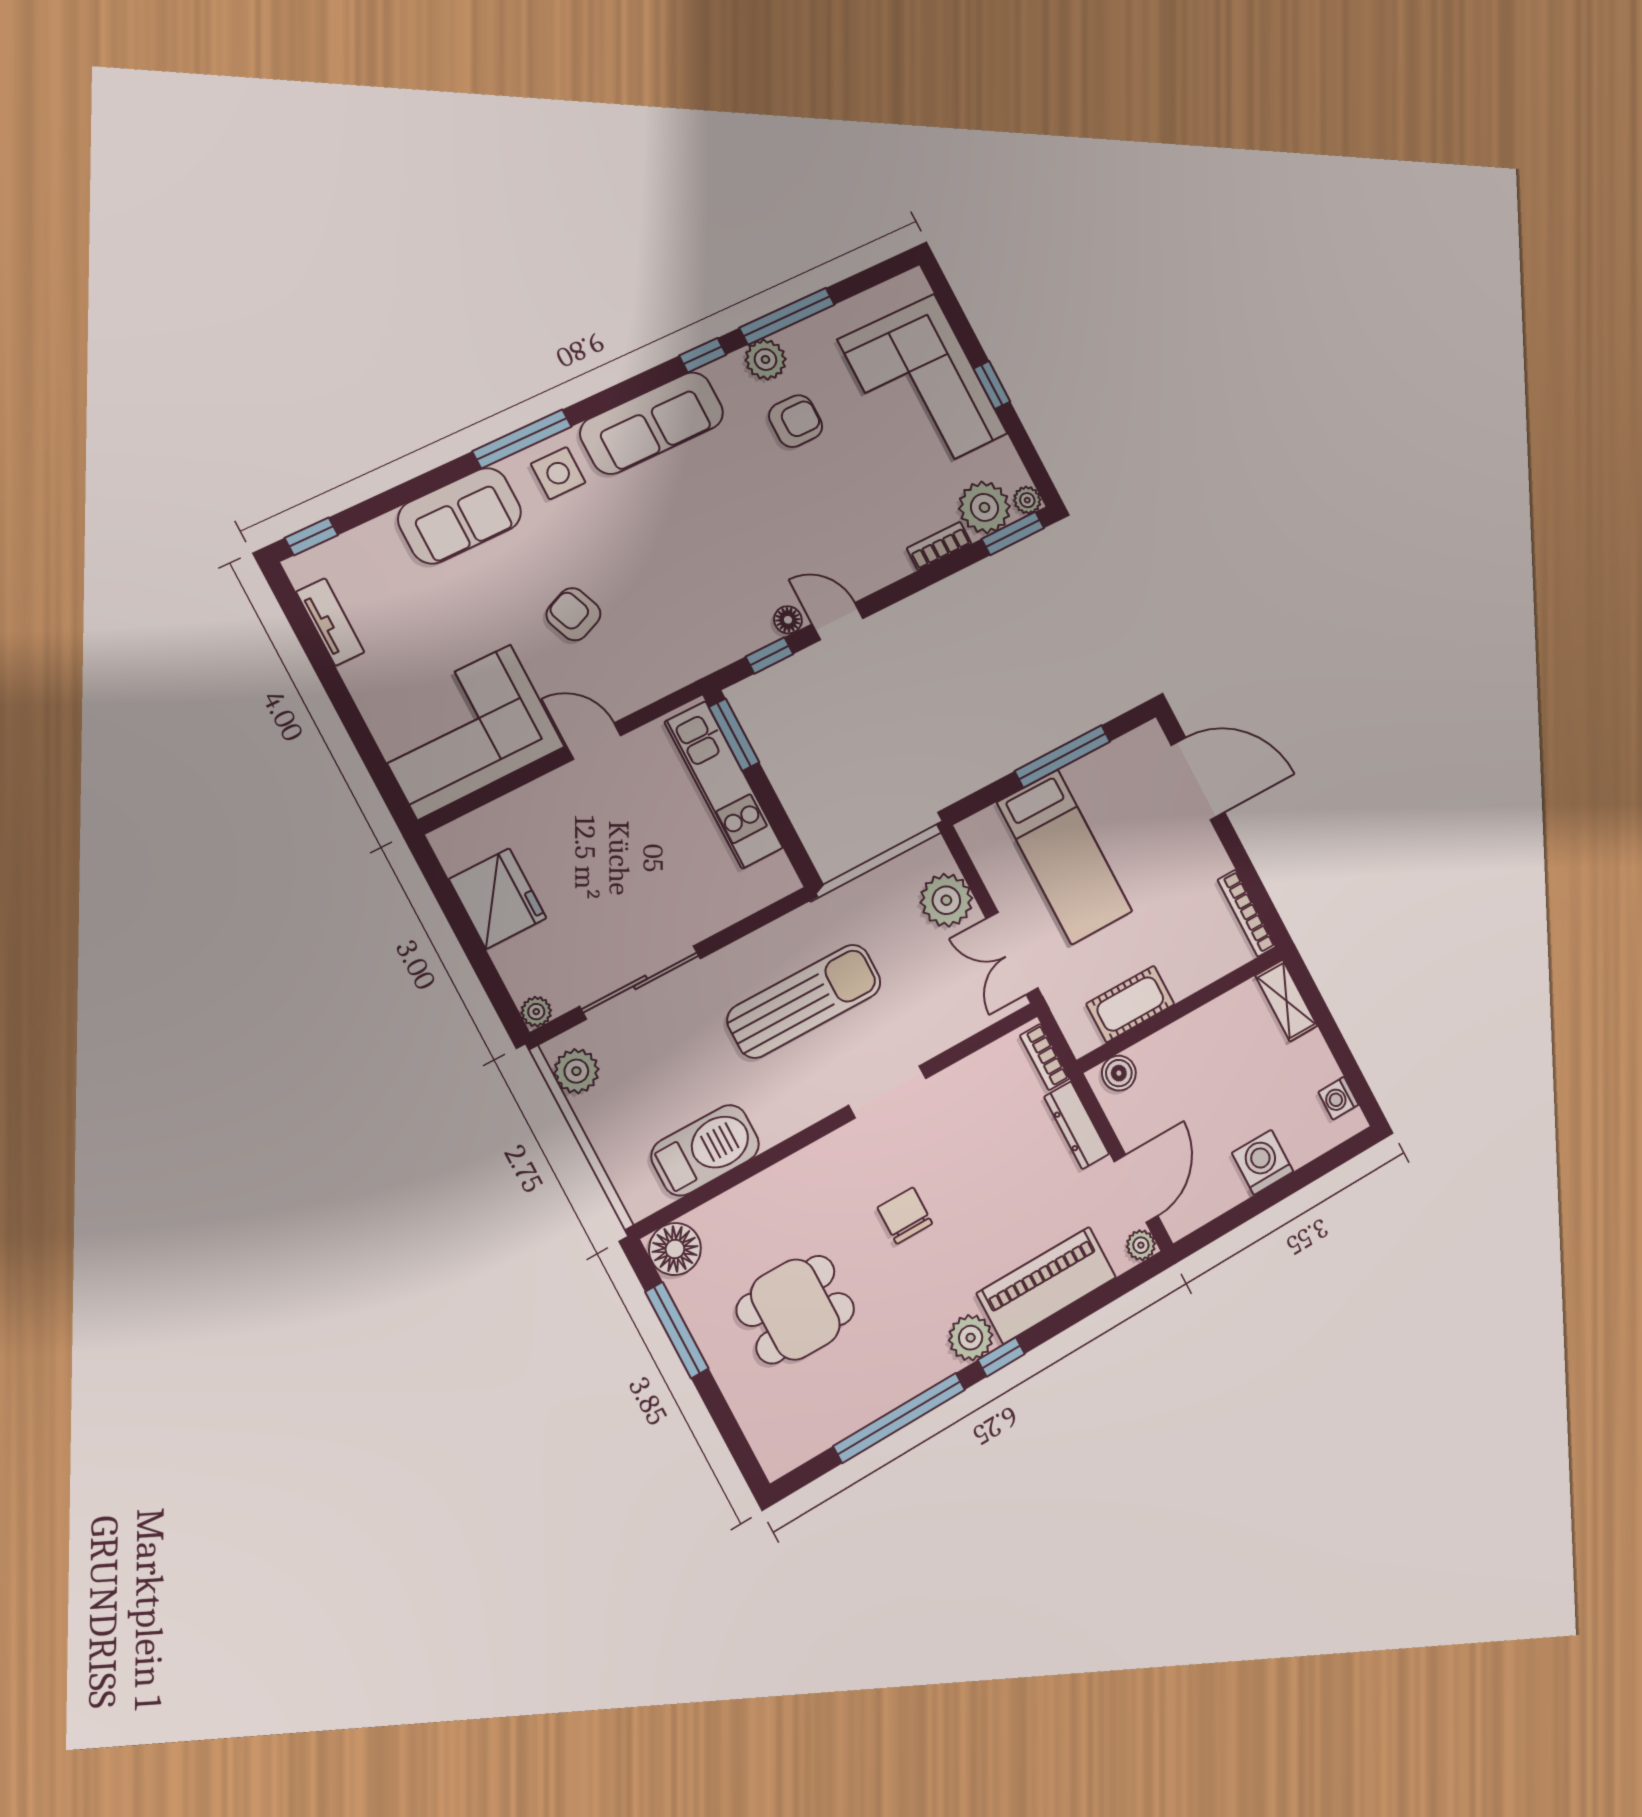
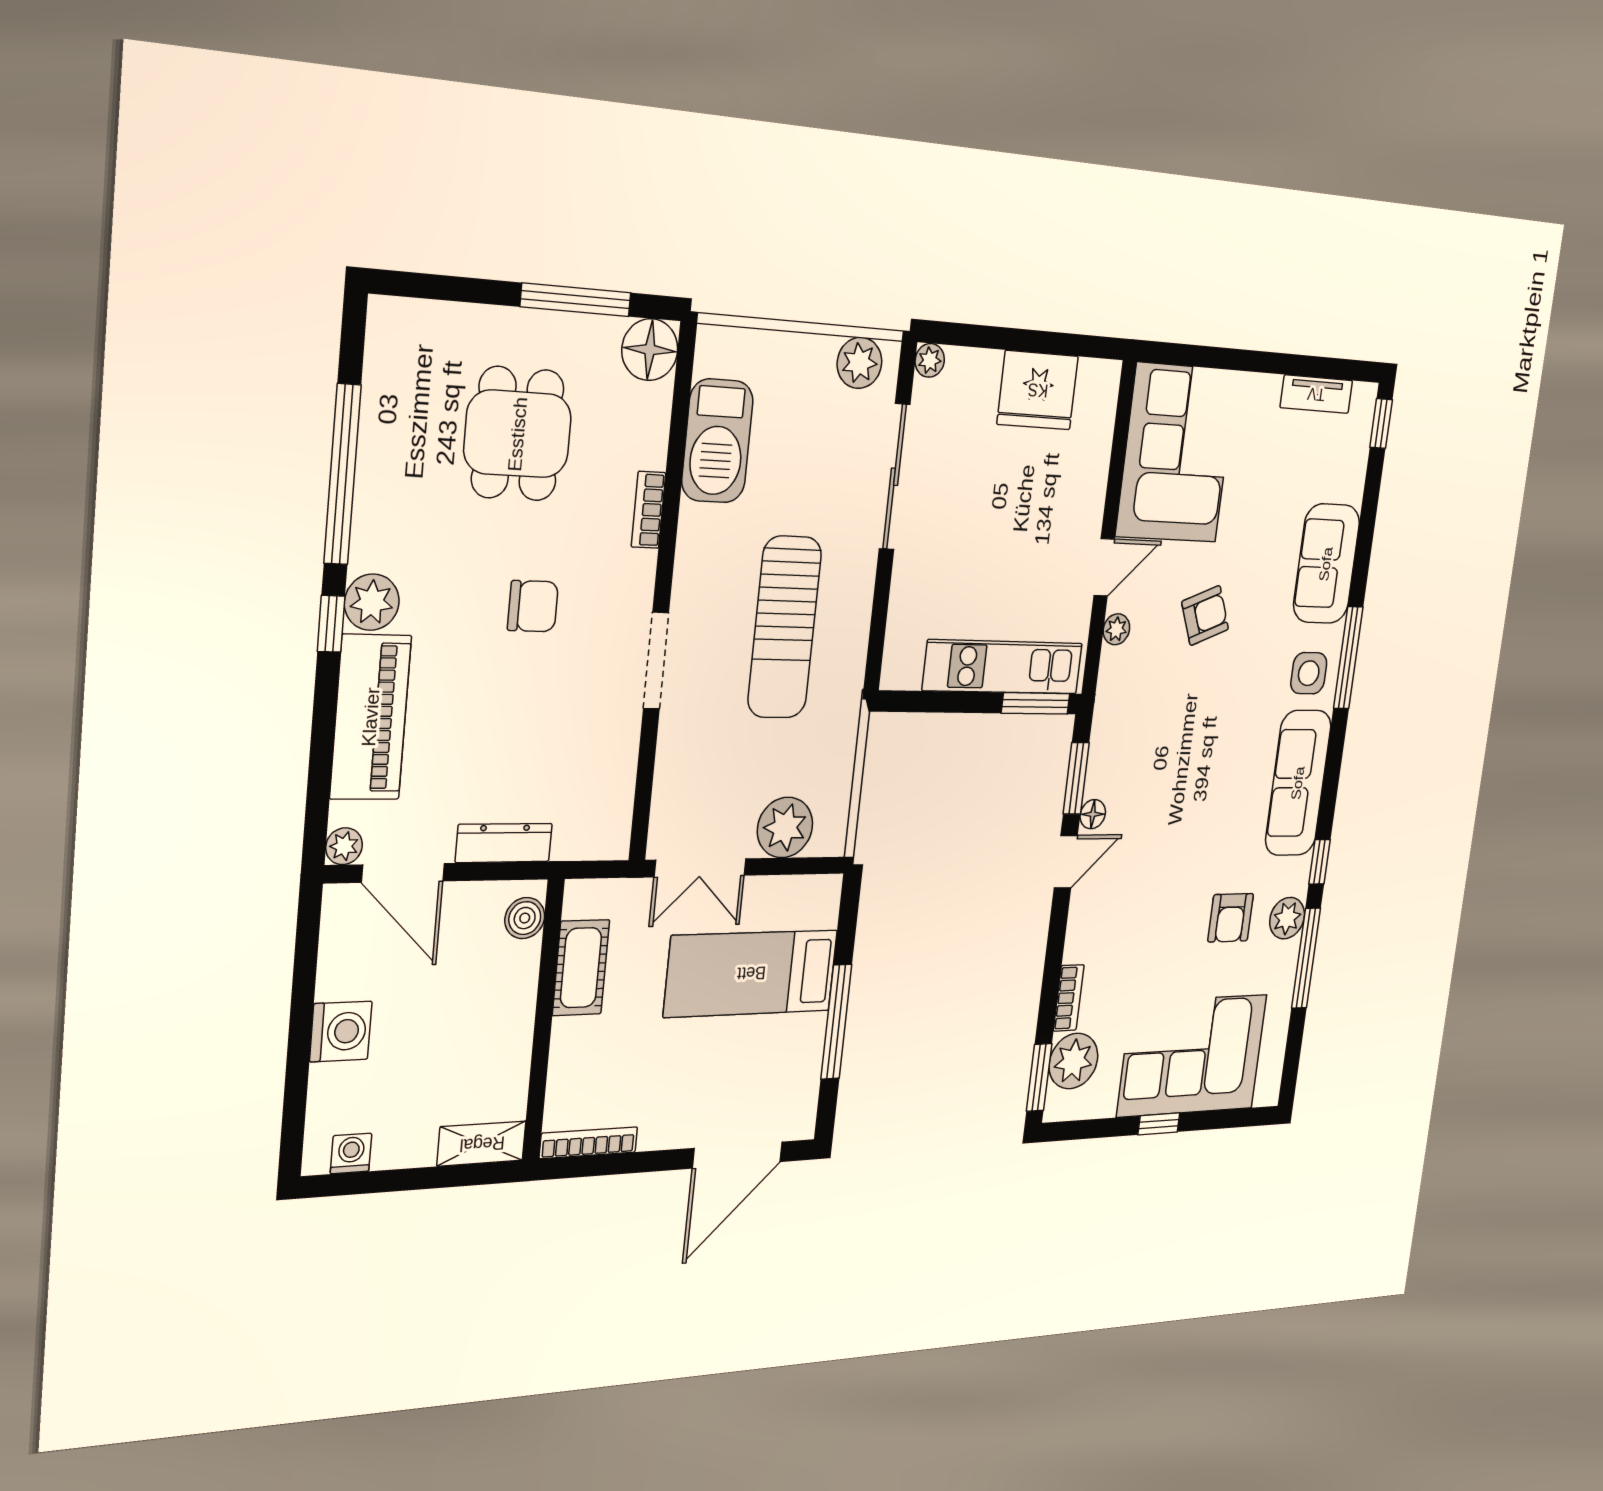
plant: (1027, 500) -> (1116, 629), moved
window: (769, 655) -> (1076, 778), width x1.50
double door: (1012, 953) -> (700, 868), swing flipped
bookcase: (1045, 1057) -> (648, 510), moved, turned -90

